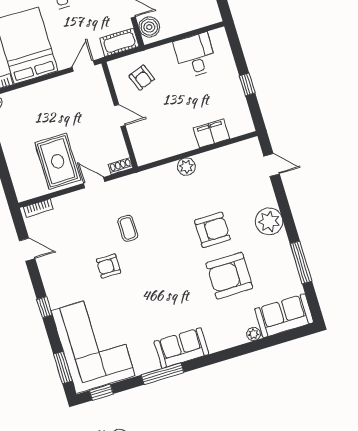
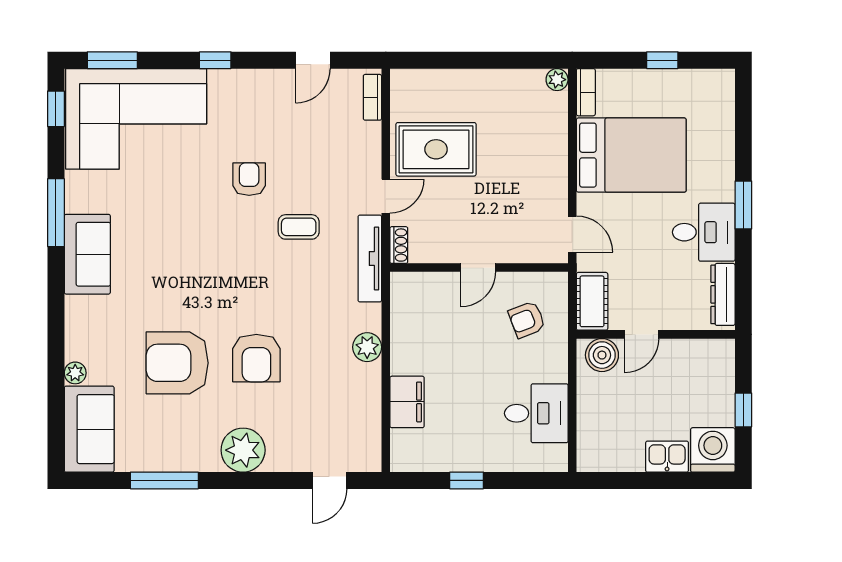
tv unit: (134, 181) -> (370, 259), added
armchair: (229, 276) -> (177, 363), turned -90

